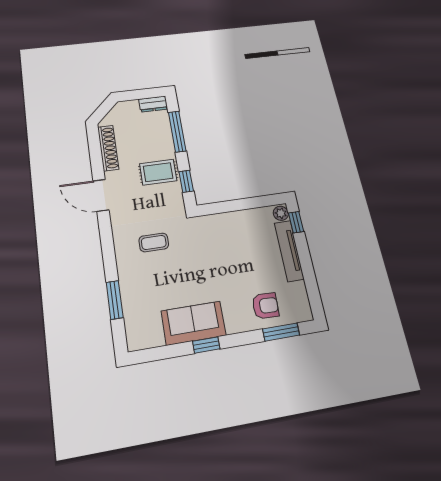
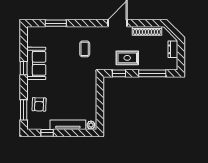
dresser: (153, 104) -> (173, 49), moved
rug: (158, 172) -> (127, 58), turned 90
window: (296, 222) -> (47, 133), moved

